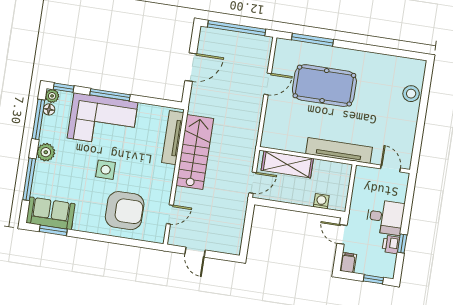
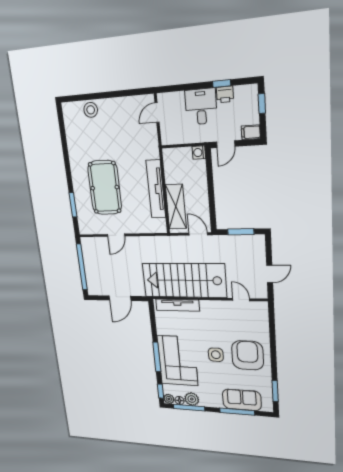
window: (313, 40) -> (73, 205), width x0.69
door: (191, 67) -> (120, 298), swing flipped
door: (268, 84) -> (116, 235), swing flipped
tv unit: (339, 151) -> (156, 189), moved
plant: (46, 152) -> (192, 399), moved
stairs: (195, 152) -> (184, 280), width x1.36, depth x1.51
washing machine: (321, 201) -> (199, 153), moved
armchair: (125, 211) -> (248, 355), moved
sofa: (50, 213) -> (242, 400), moved, turned 90
window: (247, 230) -> (241, 232), added

